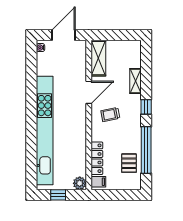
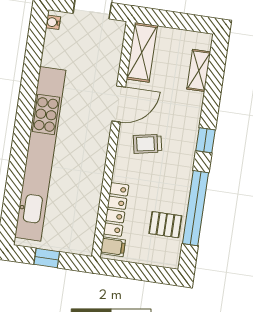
shelving: (135, 81) -> (199, 70), moved
pallet: (129, 163) -> (165, 225), turned 90
plant: (80, 183) -> (83, 245), removed

